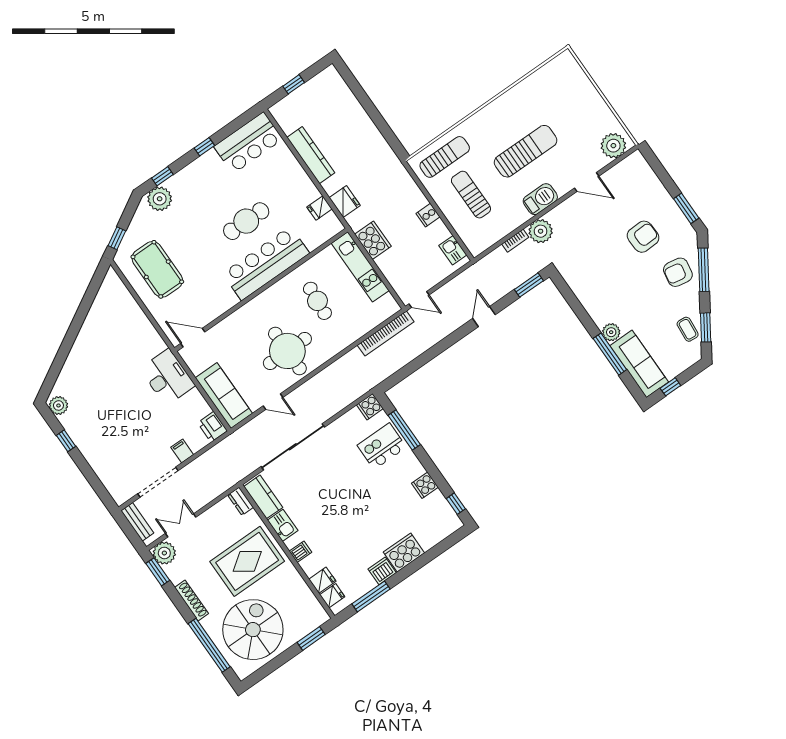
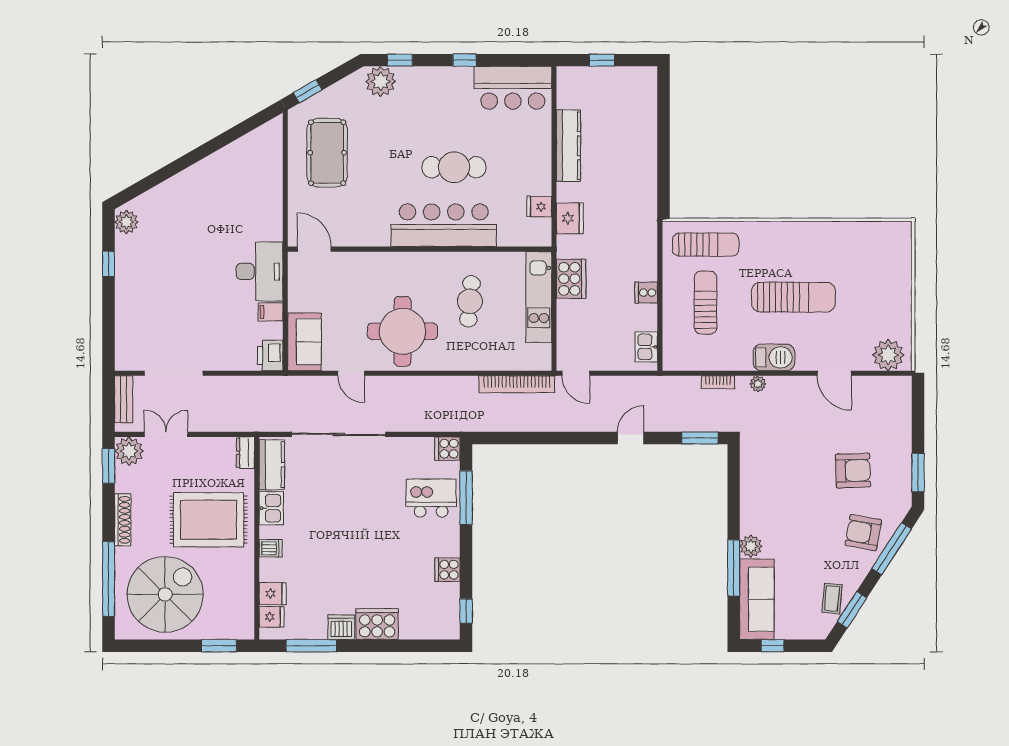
plant: (541, 231) -> (758, 384), width x0.53, depth x0.53
sofa: (224, 396) -> (304, 342), width x0.73
filing cabinet: (182, 451) -> (271, 312), moved, turned -90

